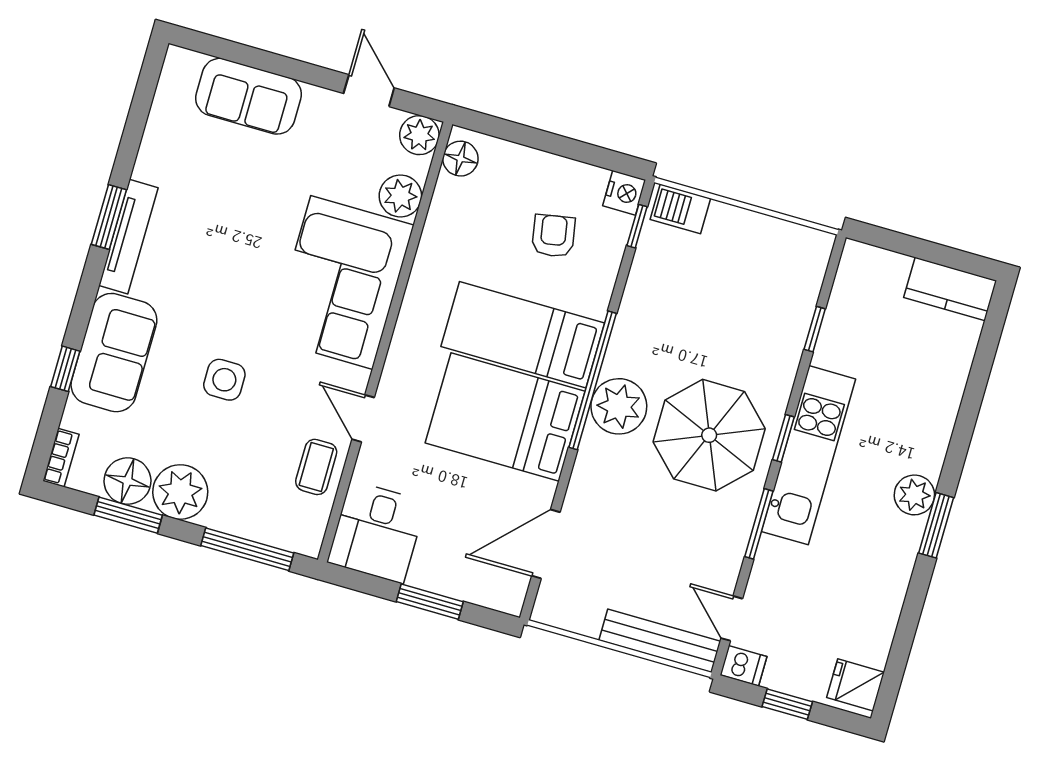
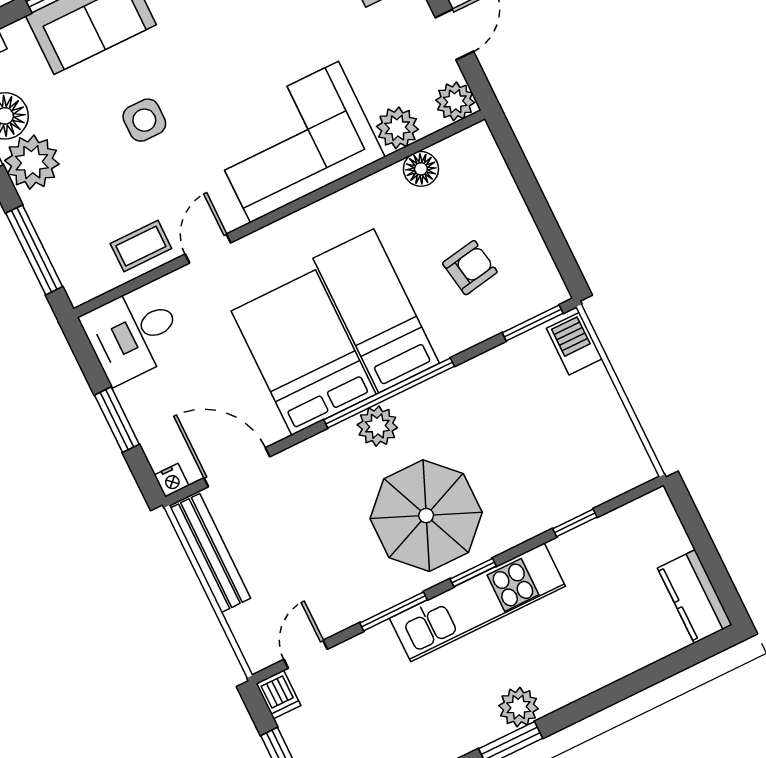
floor lamp: (460, 159) -> (421, 169), moved
nightstand: (624, 193) -> (171, 480), moved, width x0.72, depth x0.74
window: (637, 226) -> (533, 323), width x1.50
plant: (619, 406) -> (377, 426), width x0.73, depth x0.73
bench: (660, 641) -> (210, 553), moved

